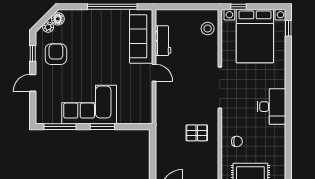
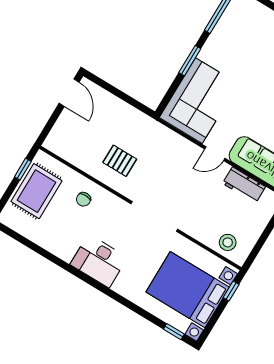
corner sofa: (89, 105) -> (199, 101), moved
pallet: (197, 133) -> (120, 161), turned 90

